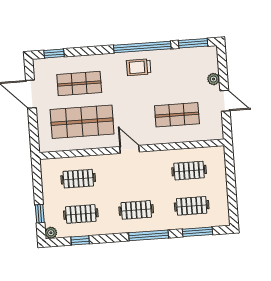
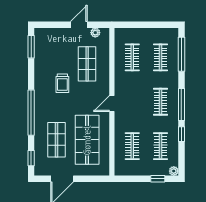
window: (142, 47) -> (31, 113), moved
trolley: (139, 67) -> (62, 83), moved
plant: (213, 79) -> (95, 33), moved
window: (197, 232) -> (181, 54), width x1.44
window: (149, 235) -> (181, 105), moved
window: (80, 240) -> (181, 134), moved

